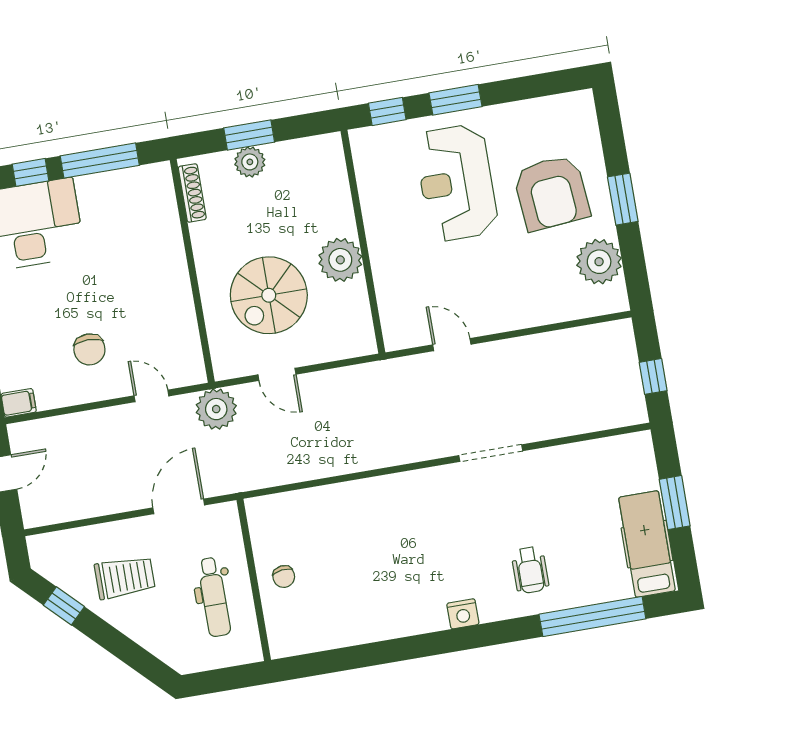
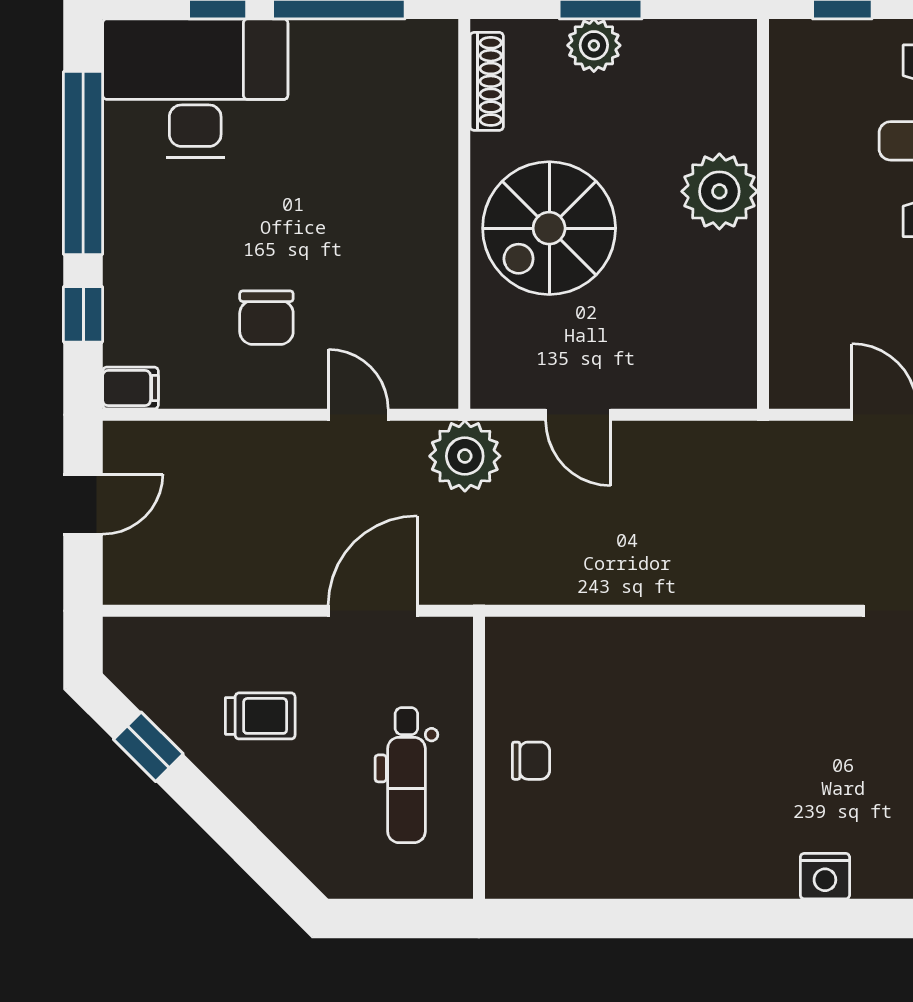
plant: (340, 260) -> (719, 191), moved
spiral stairs: (269, 295) -> (549, 228), moved
trolley: (125, 577) -> (260, 716), width x0.73, depth x0.72
chair: (284, 577) -> (531, 761), turned -83

